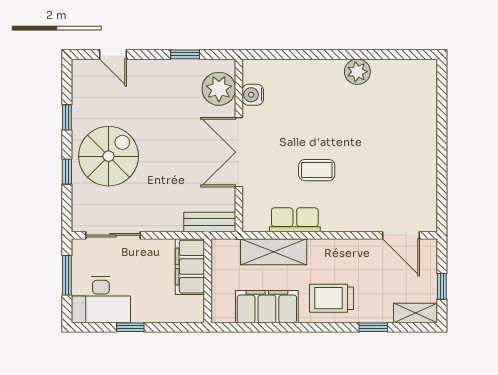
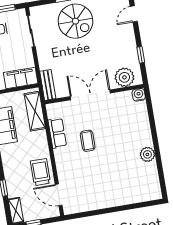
water cooler: (253, 95) -> (139, 95), moved
door: (401, 235) -> (59, 195), hinge flipped
shelving: (274, 252) -> (35, 111), moved
trolley: (332, 298) -> (40, 172), moved

